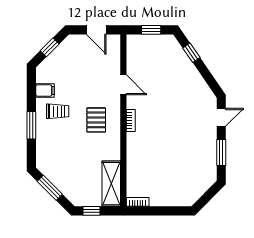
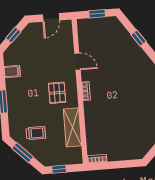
door: (96, 30) -> (51, 17), hinge flipped
window: (191, 53) -> (139, 38), moved
trolley: (58, 111) -> (36, 133), moved
shelving: (111, 184) -> (72, 127), moved

